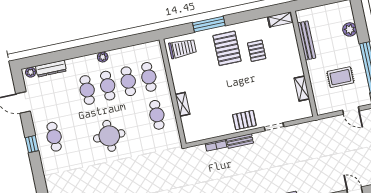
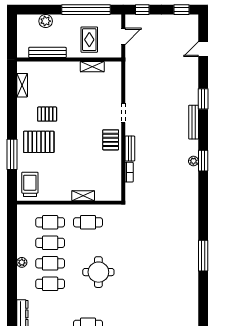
bench: (306, 41) -> (47, 52), moved
wall: (304, 64) -> (69, 59), moved
shelving: (302, 89) -> (92, 67), moved

